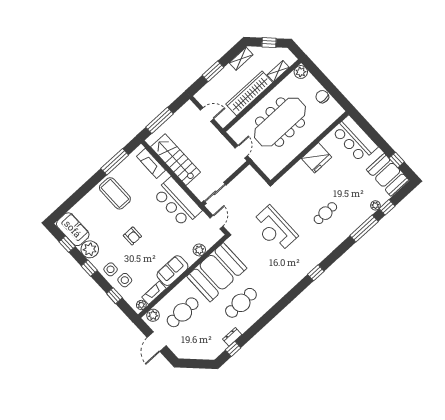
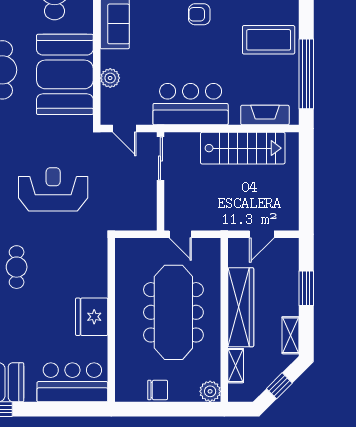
window: (160, 120) -> (306, 172), removed
window: (115, 162) -> (306, 74), width x1.46

